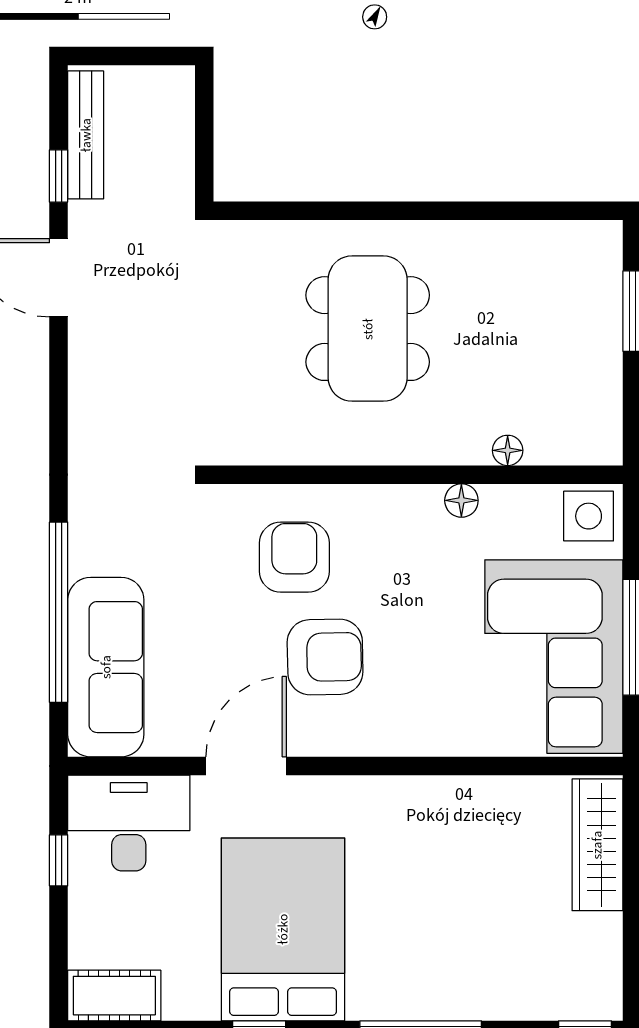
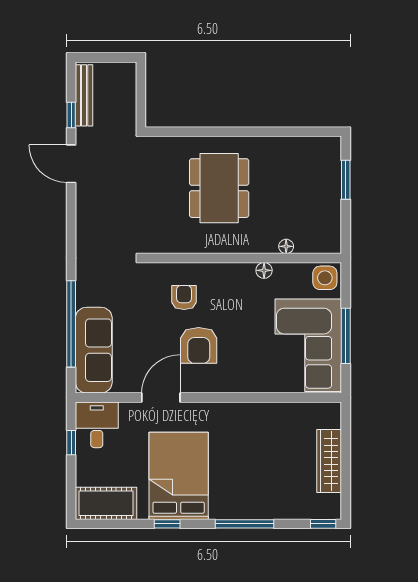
armchair: (294, 557) -> (184, 298), width x0.72, depth x0.72
armchair: (325, 657) -> (199, 345), turned 91
desk: (129, 823) -> (97, 425), width x0.73
wardrobe: (597, 845) -> (329, 461), moved
cot: (114, 996) -> (106, 503), width x1.37, depth x1.34

